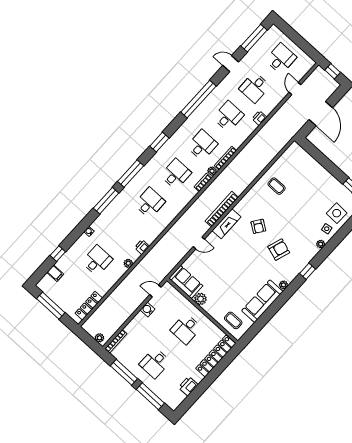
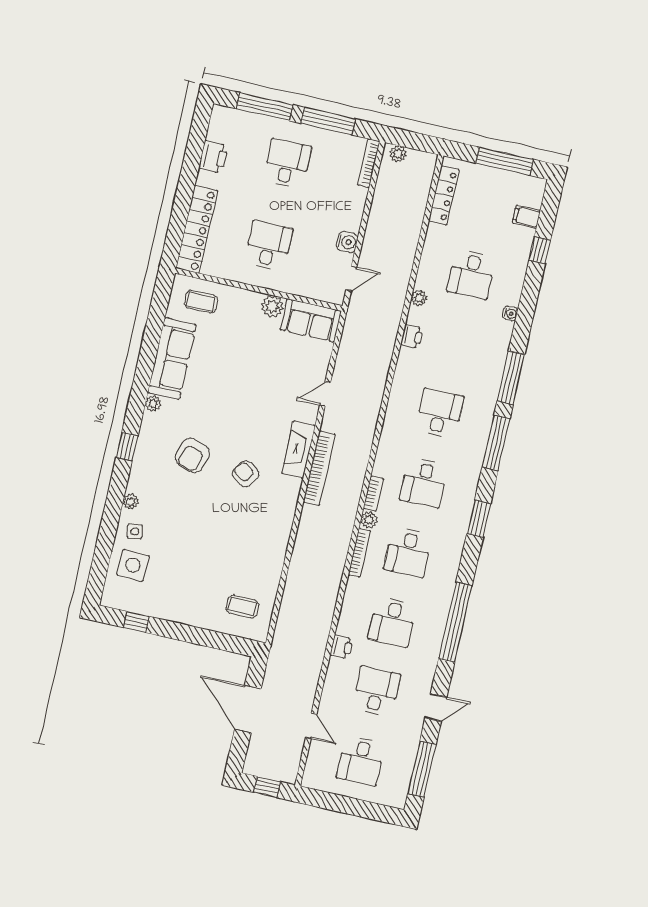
coffee table: (277, 186) -> (242, 606), moved
desk: (150, 203) -> (440, 413), turned 180

